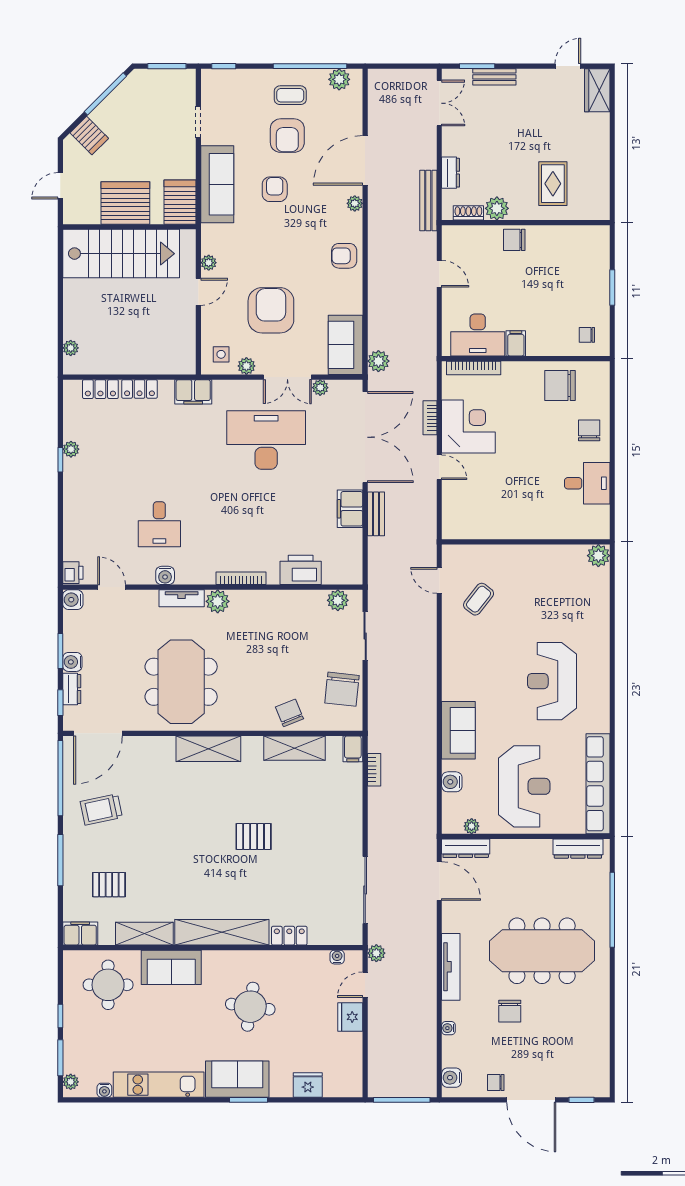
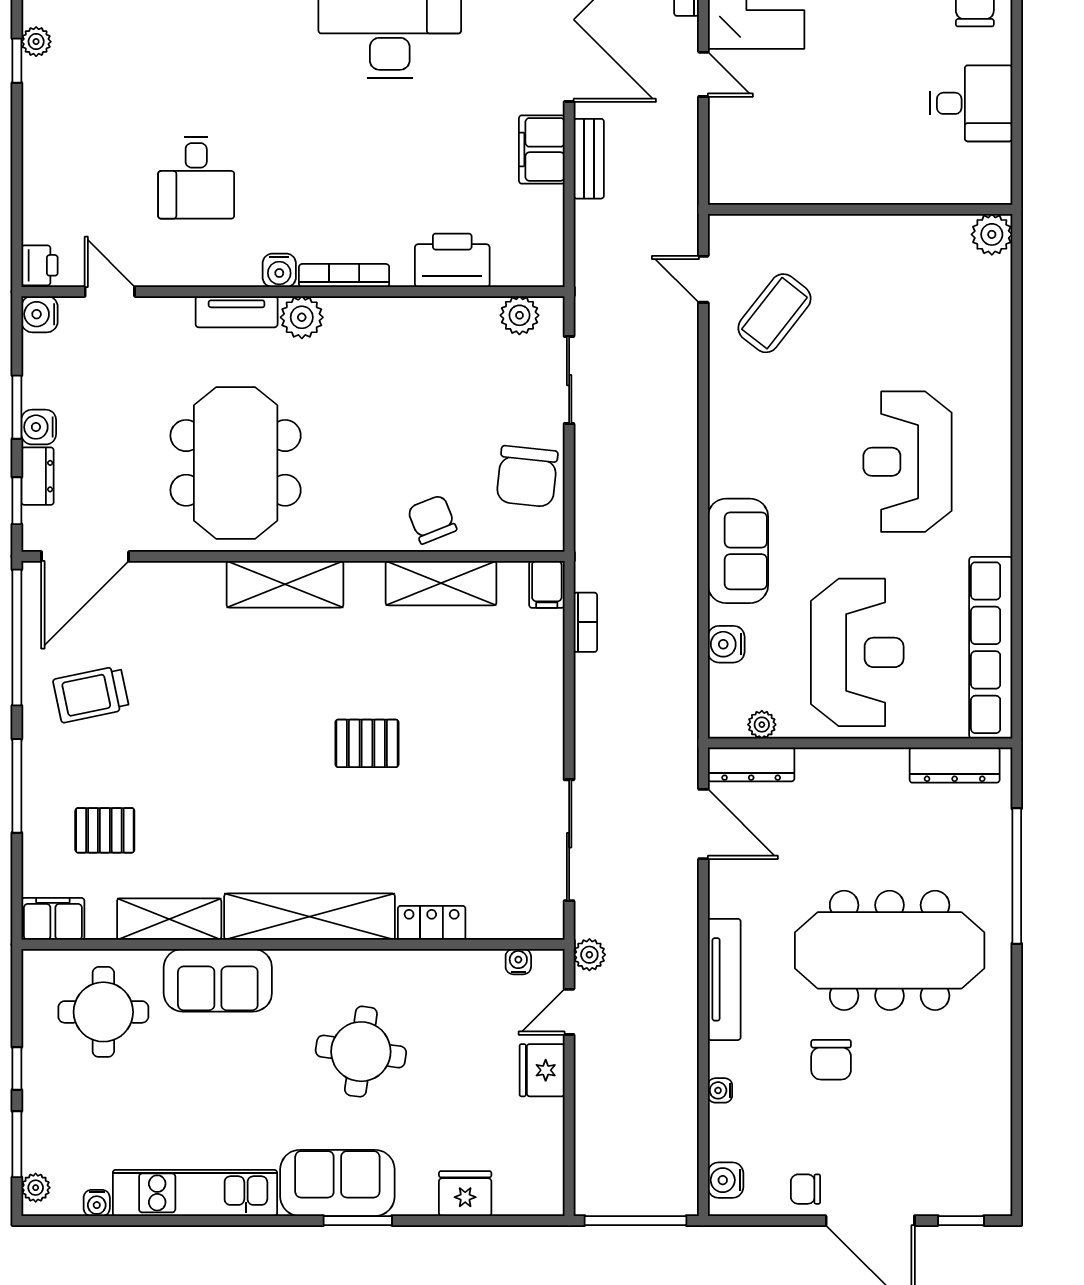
water cooler: (165, 575) -> (279, 270), moved
coffee table: (479, 599) -> (775, 313), width x1.36, depth x1.30

